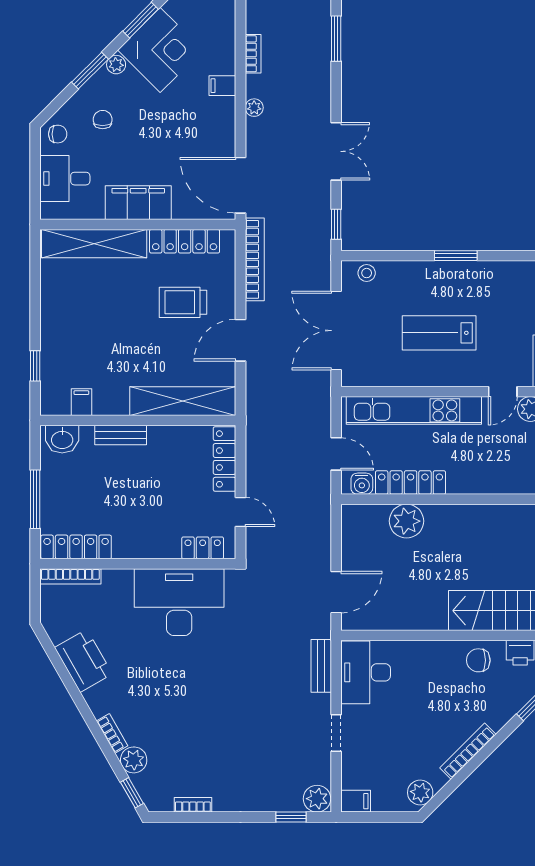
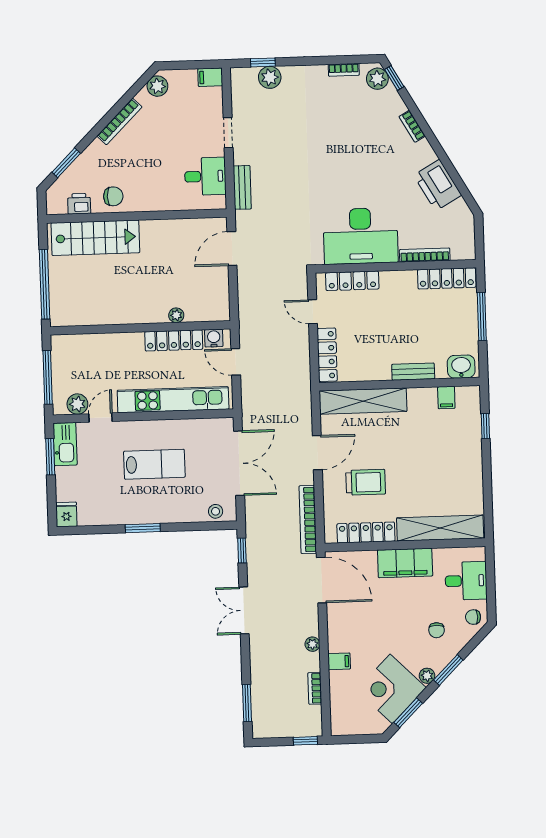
plant: (407, 521) -> (176, 315), width x0.53, depth x0.53
locker: (203, 548) -> (352, 281), width x1.53
bookcase: (70, 576) -> (425, 255), moved
desk: (366, 672) -> (205, 176), width x0.73
plant: (134, 760) -> (377, 79), moved
plant: (317, 799) -> (270, 77), moved

